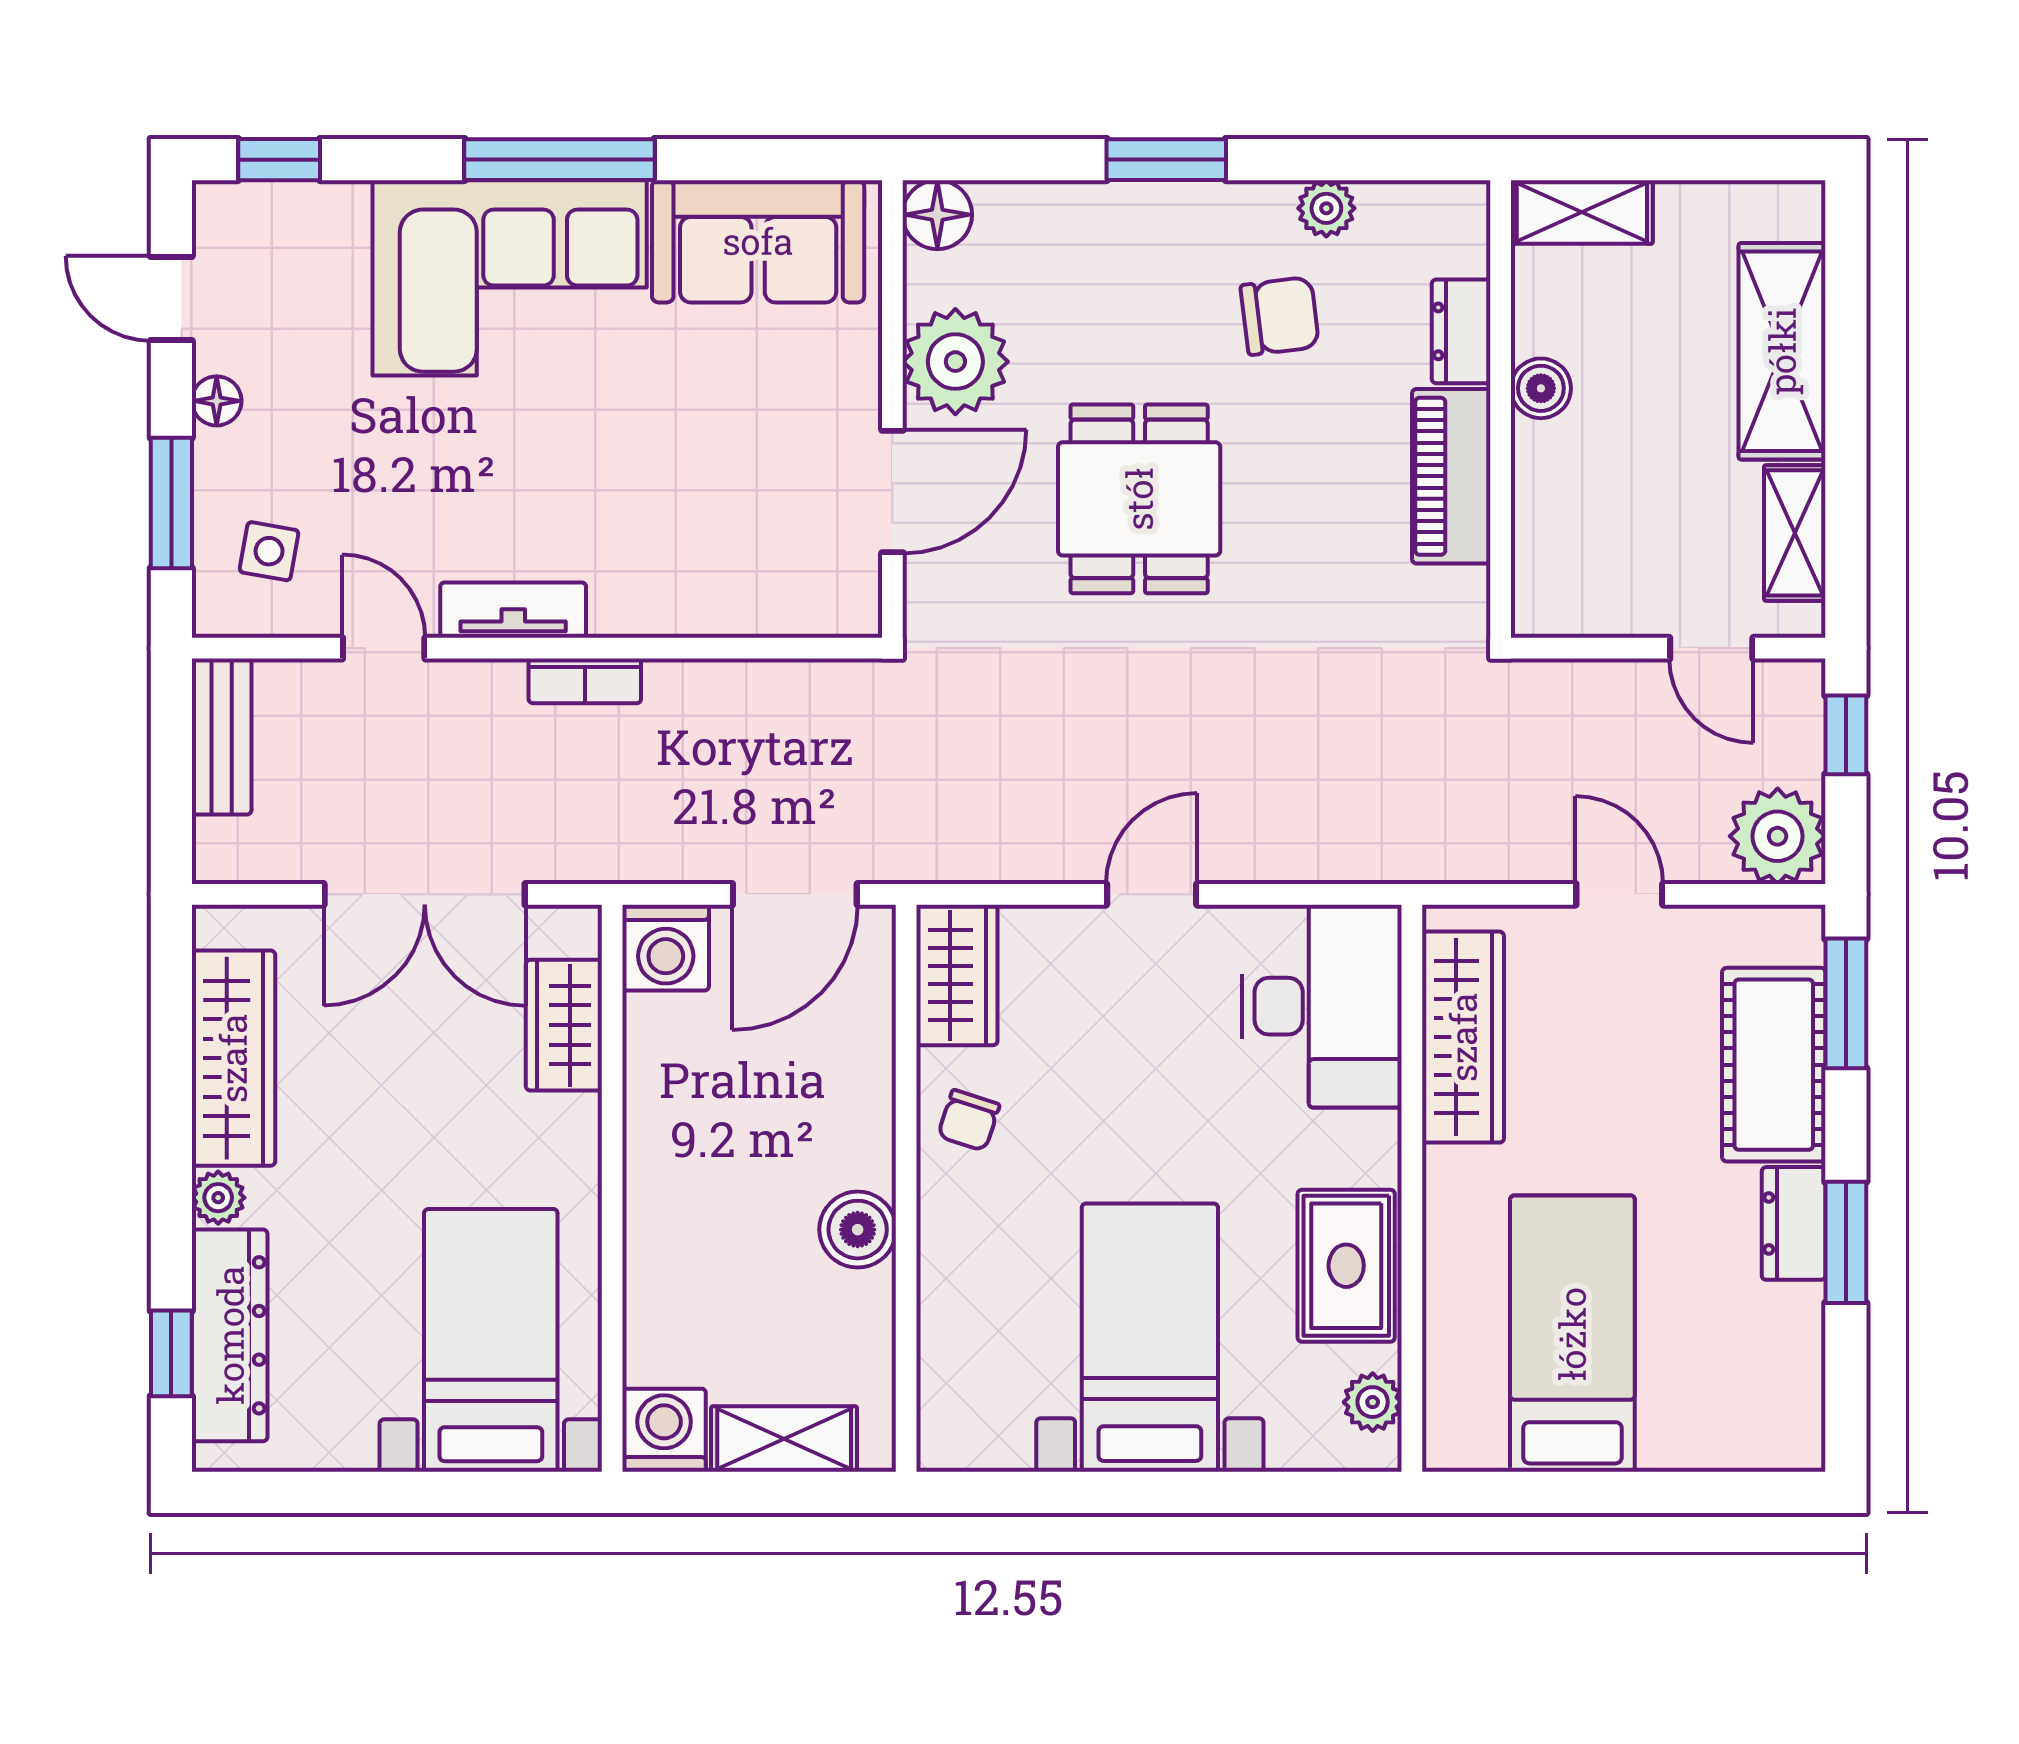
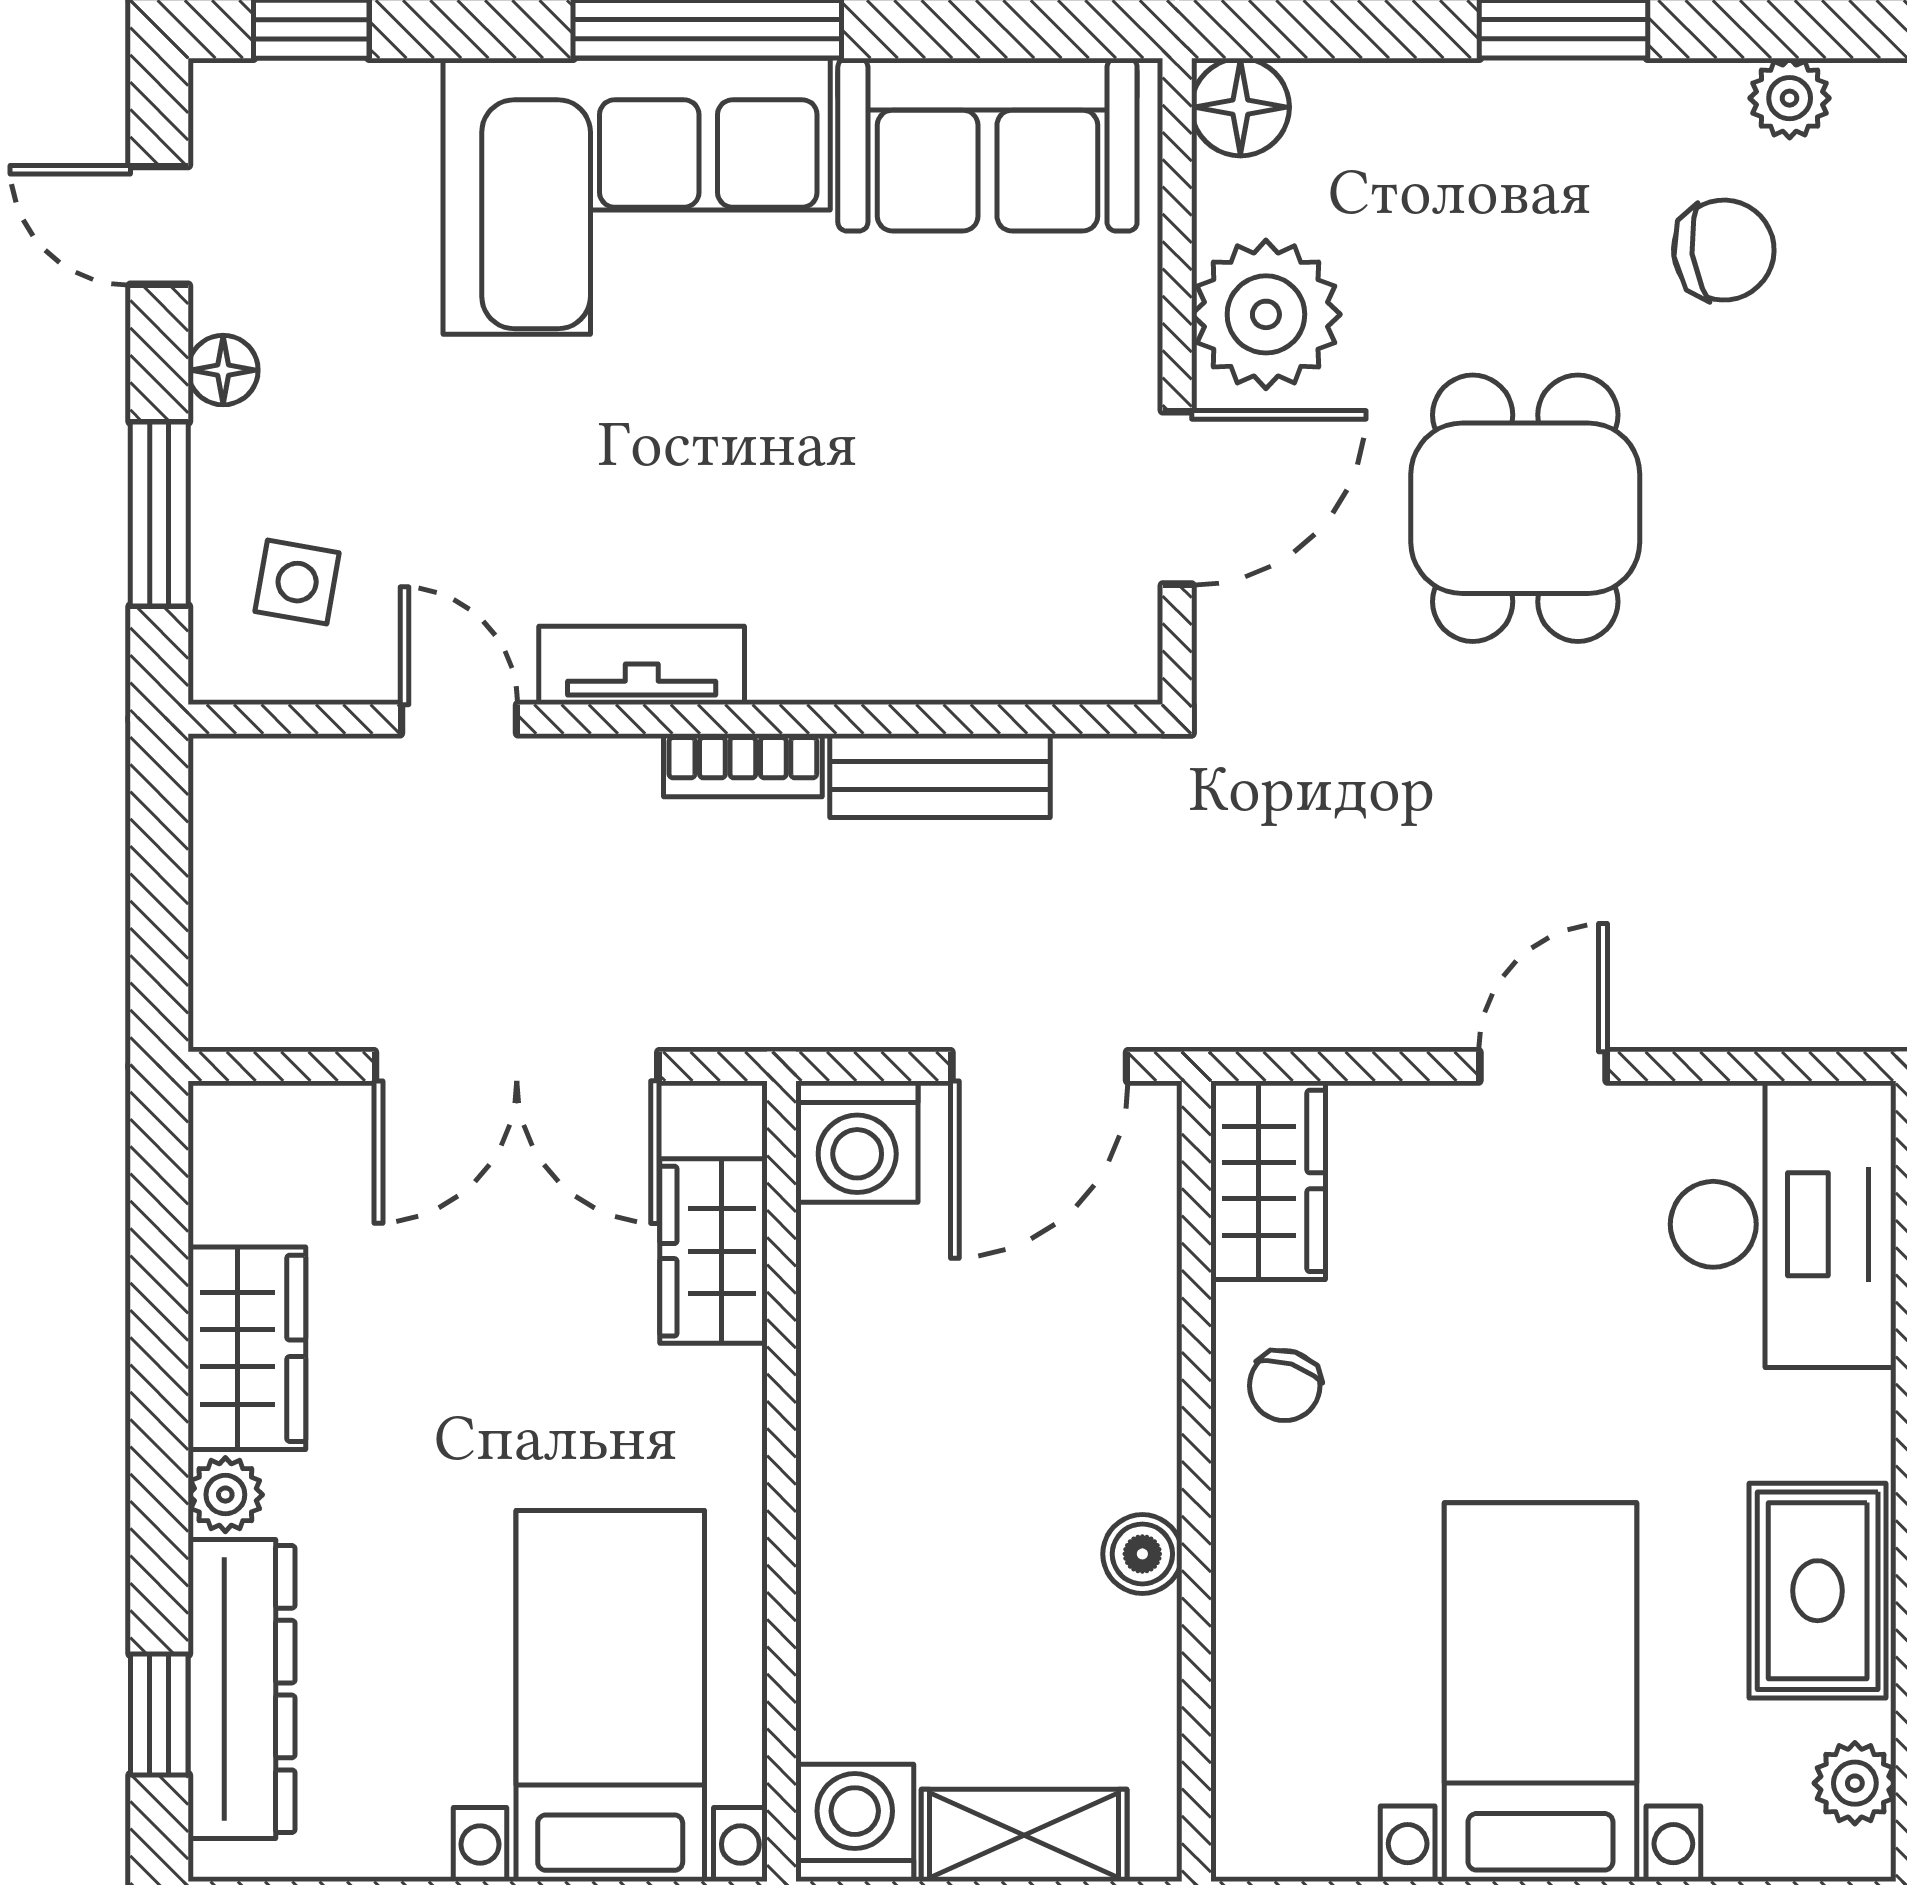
bench: (222, 737) -> (940, 776), moved, turned 90
wardrobe: (233, 1058) -> (247, 1348), width x0.67
boiler: (858, 1230) -> (1142, 1554), width x0.73, depth x0.73

